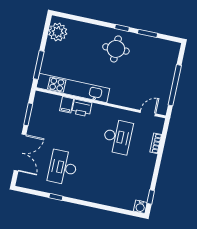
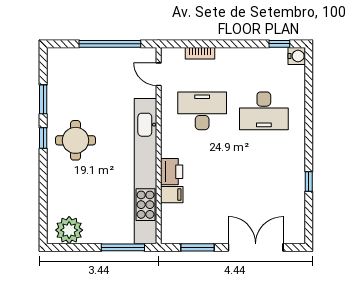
kitchen unit: (73, 88) -> (145, 171), width x1.36
desk: (63, 167) -> (264, 111), moved

